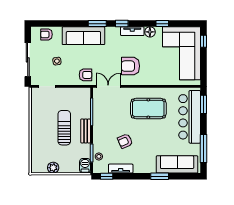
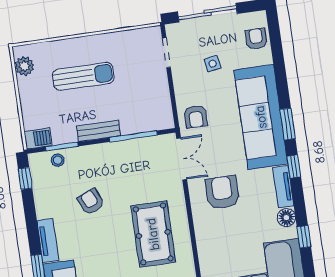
sofa: (83, 36) -> (261, 117), width x1.36, depth x1.27
sun lounger: (64, 128) -> (83, 76), moved
plant: (53, 168) -> (24, 66), moved
tv unit: (121, 169) -> (48, 241), moved

